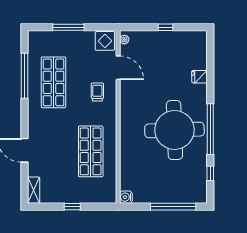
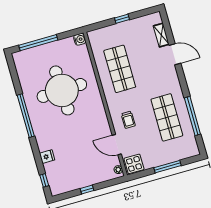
round table: (174, 130) -> (62, 90), moved
window: (210, 173) -> (44, 180), moved
shelving: (34, 190) -> (161, 35), moved

